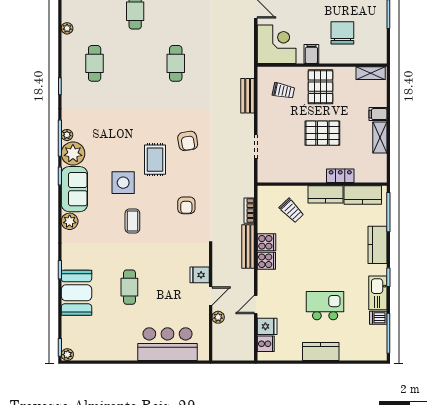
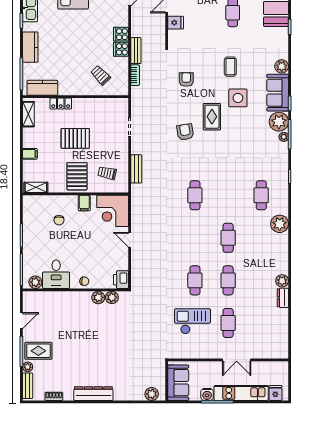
plant: (67, 28) -> (280, 224), width x1.87, depth x1.87
chair: (342, 33) -> (59, 220), width x0.54, depth x0.54
shelving: (380, 137) -> (28, 114), moved
kitchen counter: (326, 194) -> (73, 88), removed
bench: (248, 247) -> (136, 51), width x0.73

